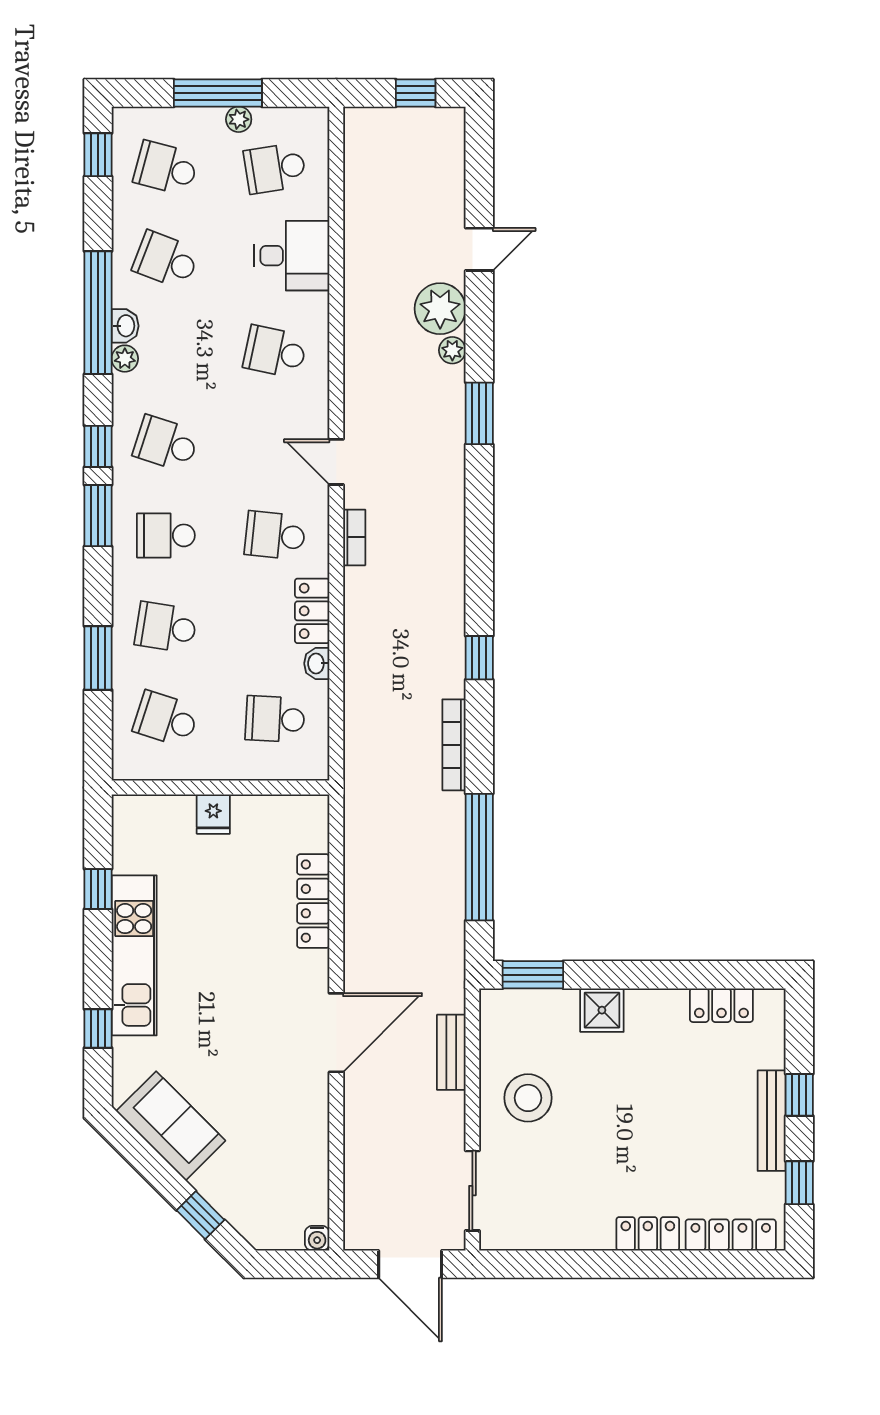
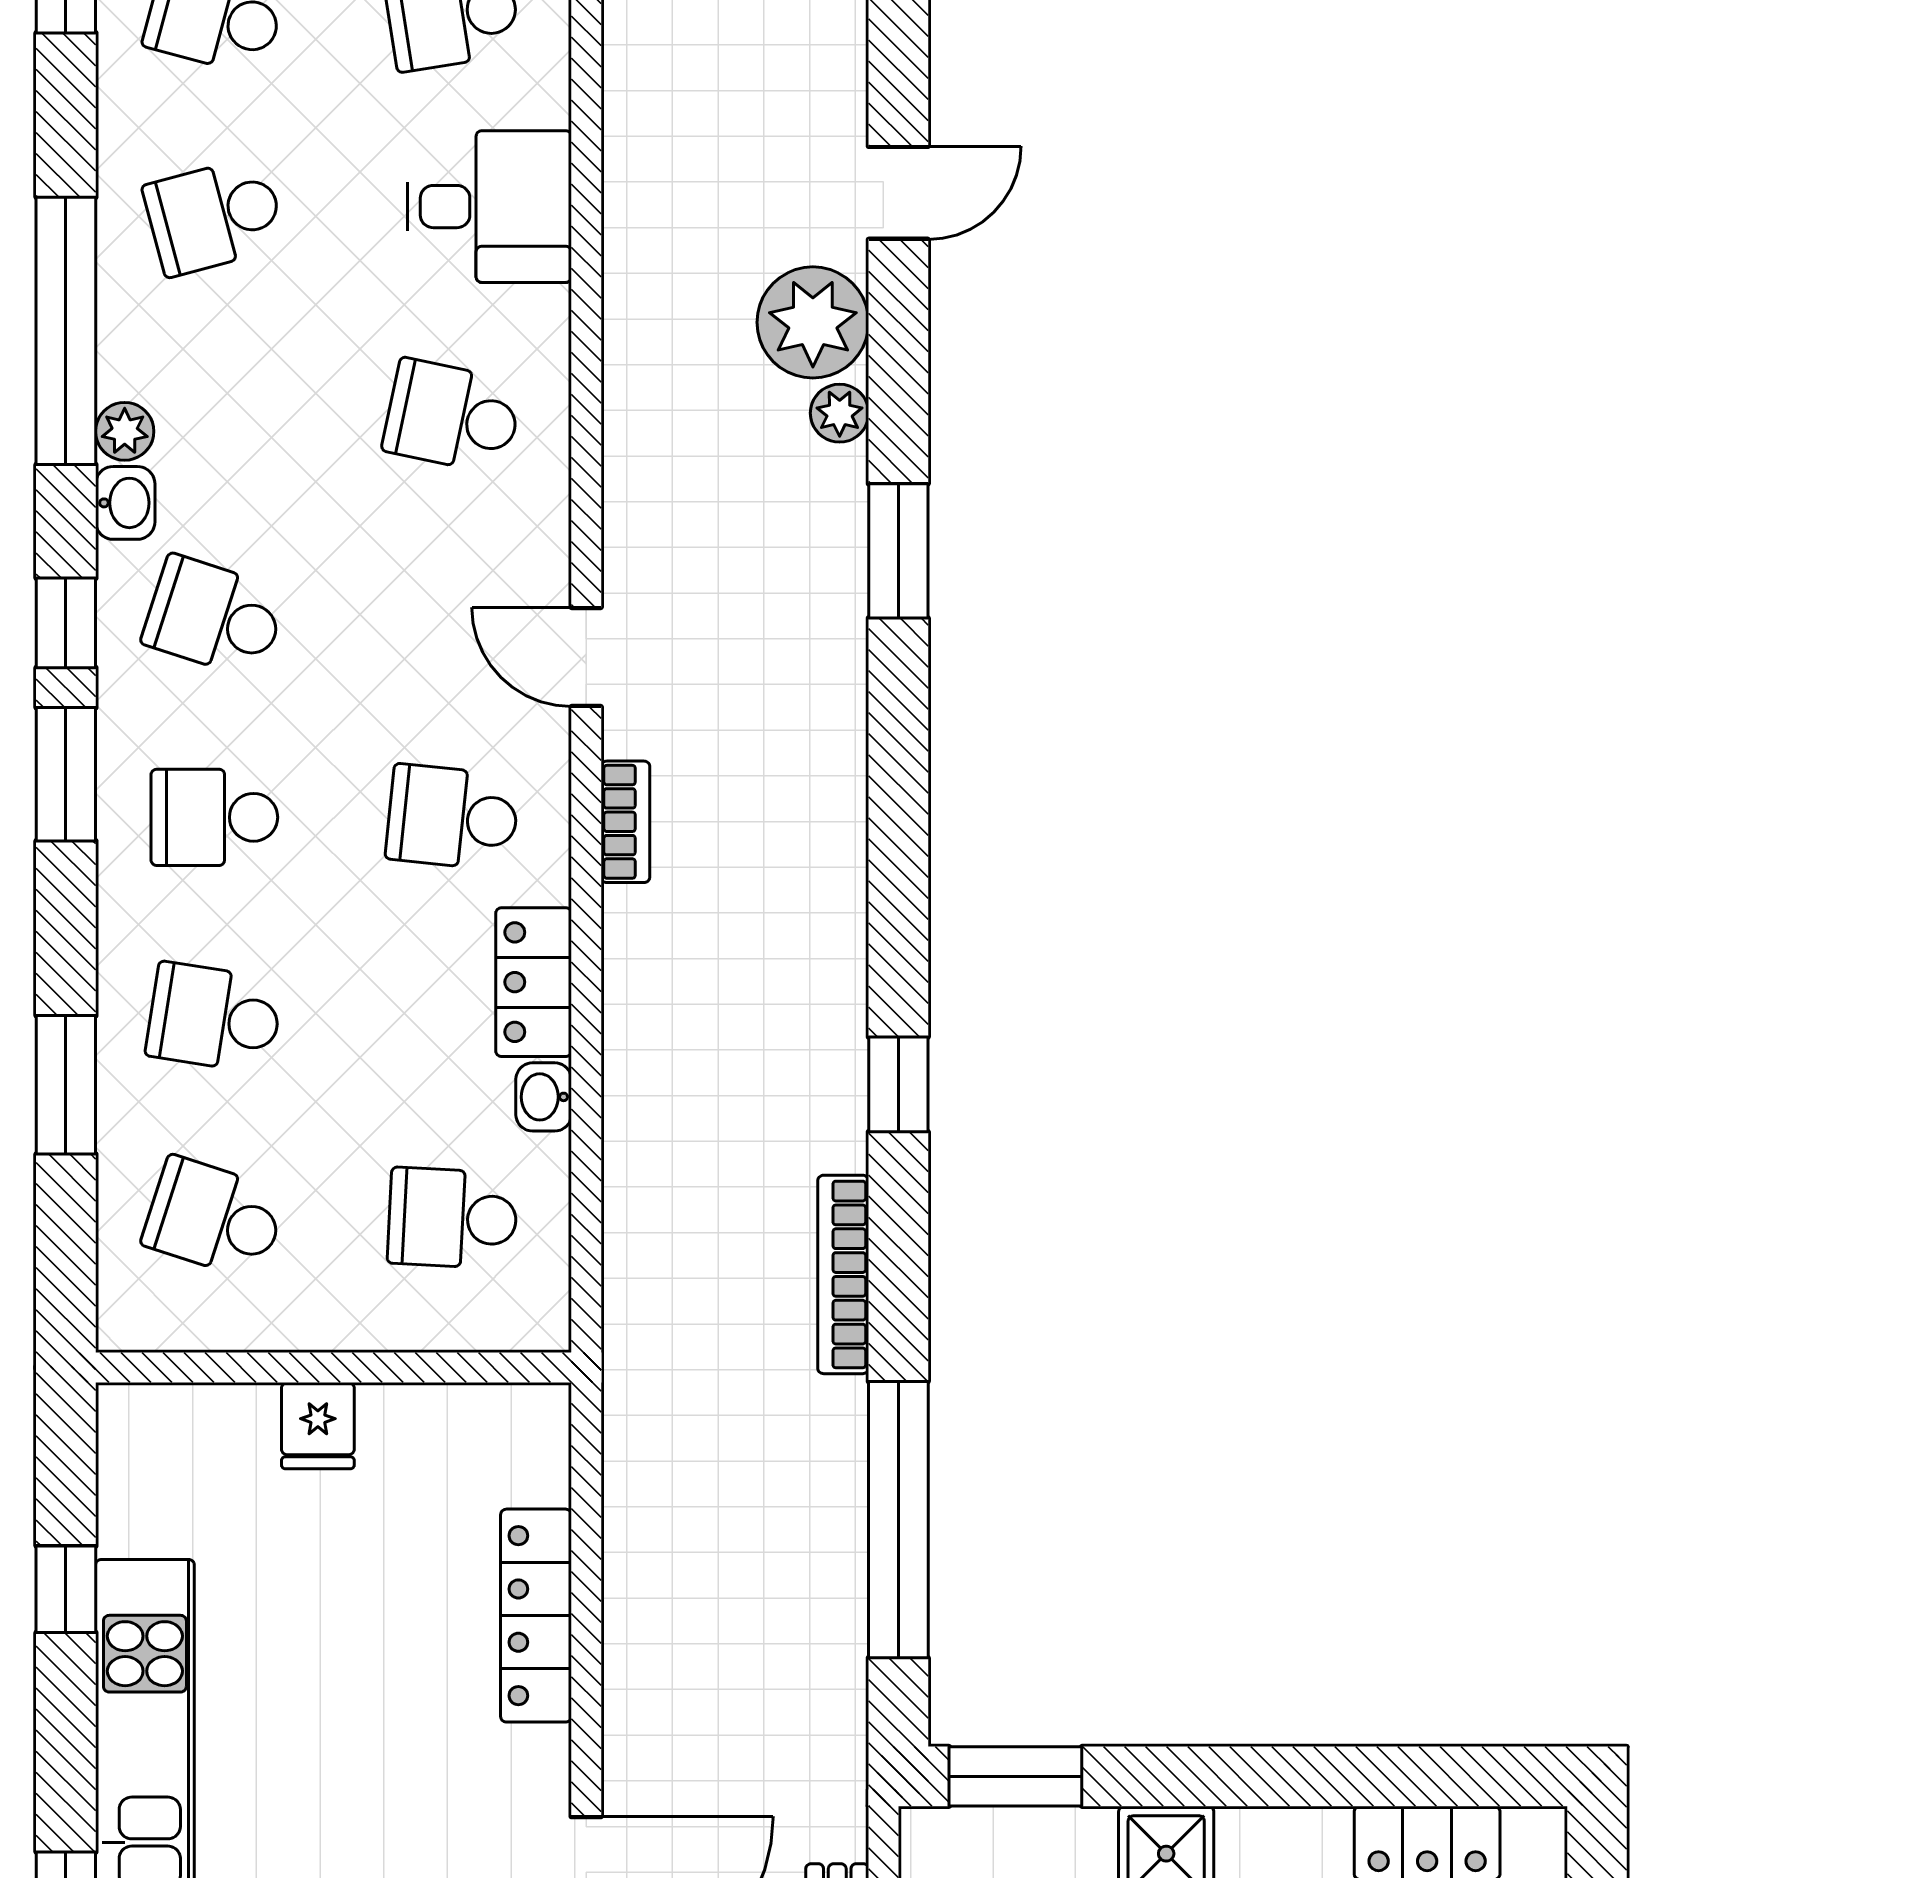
school desk: (166, 260) -> (214, 216), turned -36
washbasin: (125, 326) -> (125, 503), moved

